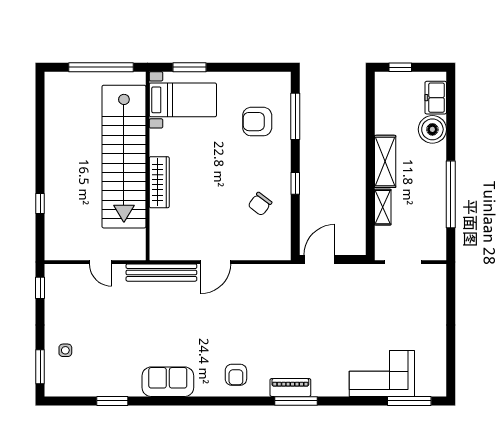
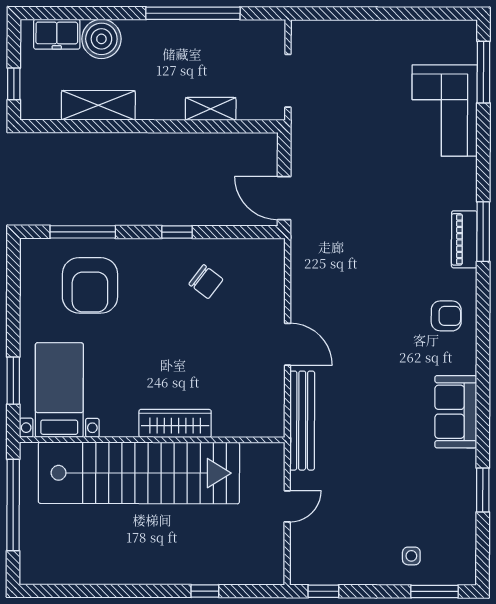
armchair: (257, 122) -> (90, 285), width x1.36, depth x1.36
shelving: (385, 161) -> (98, 105), moved

